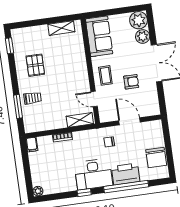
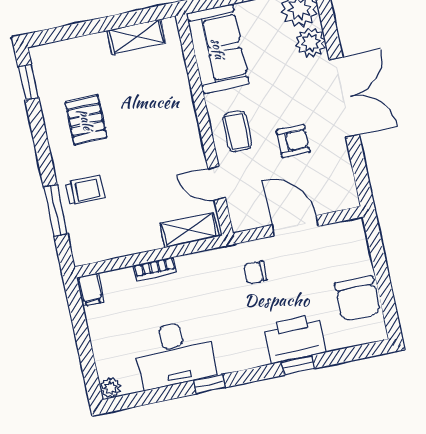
desk: (93, 174) -> (175, 354), moved
window: (126, 187) -> (298, 365), width x0.32

